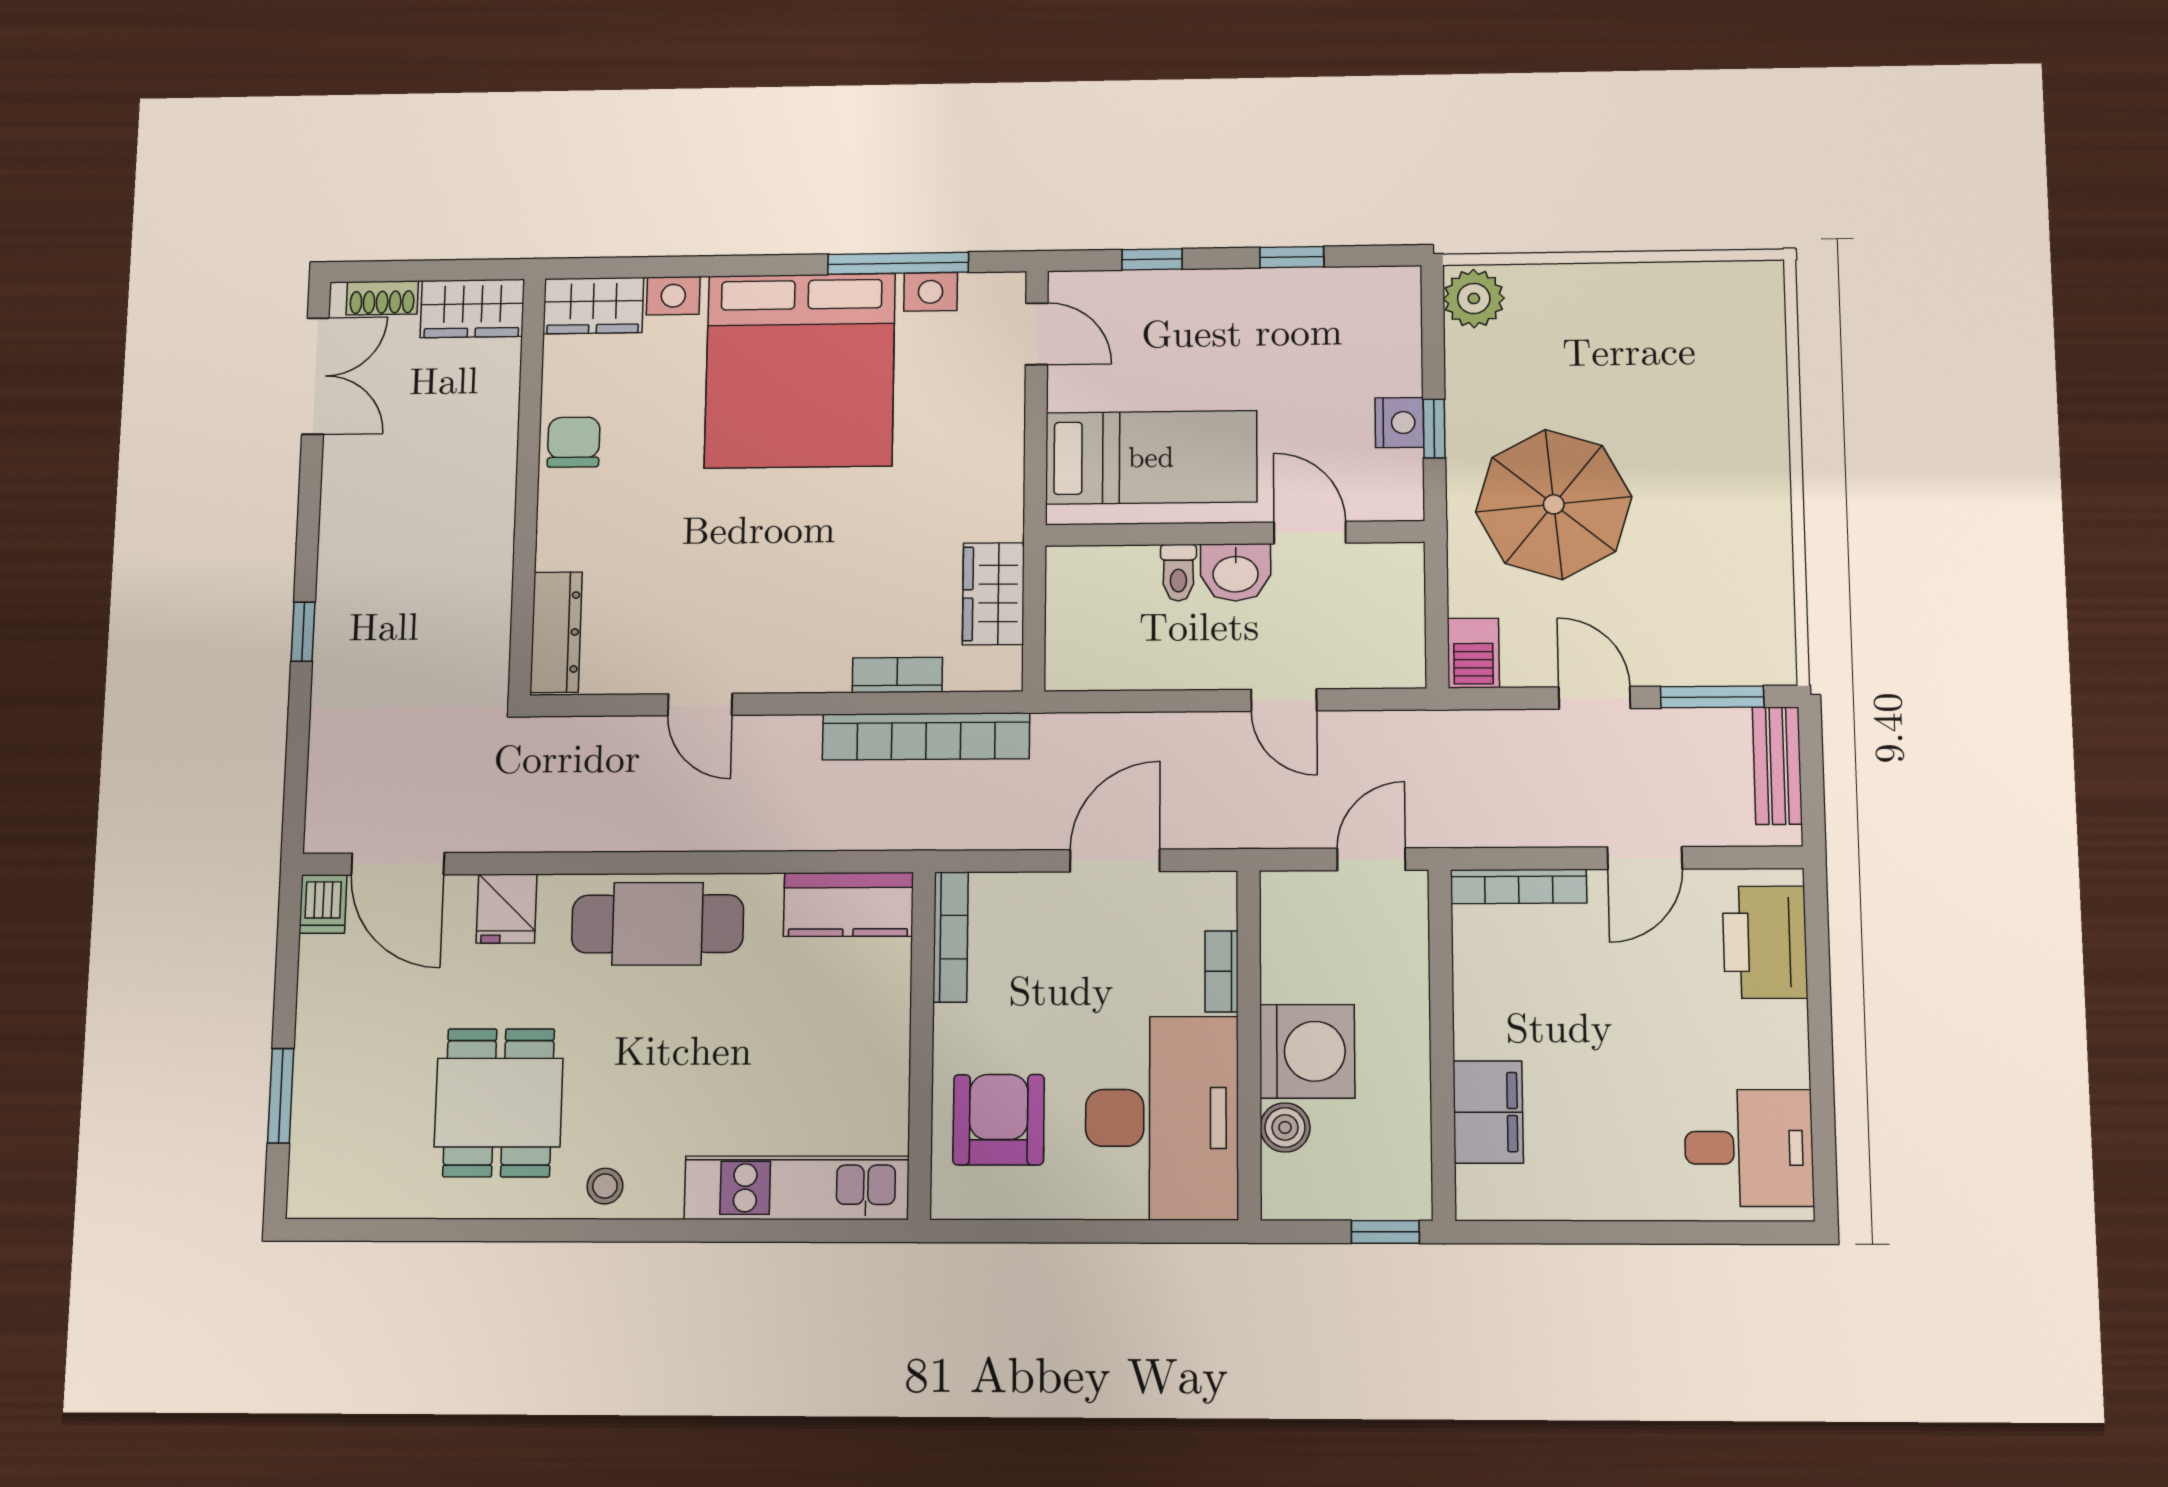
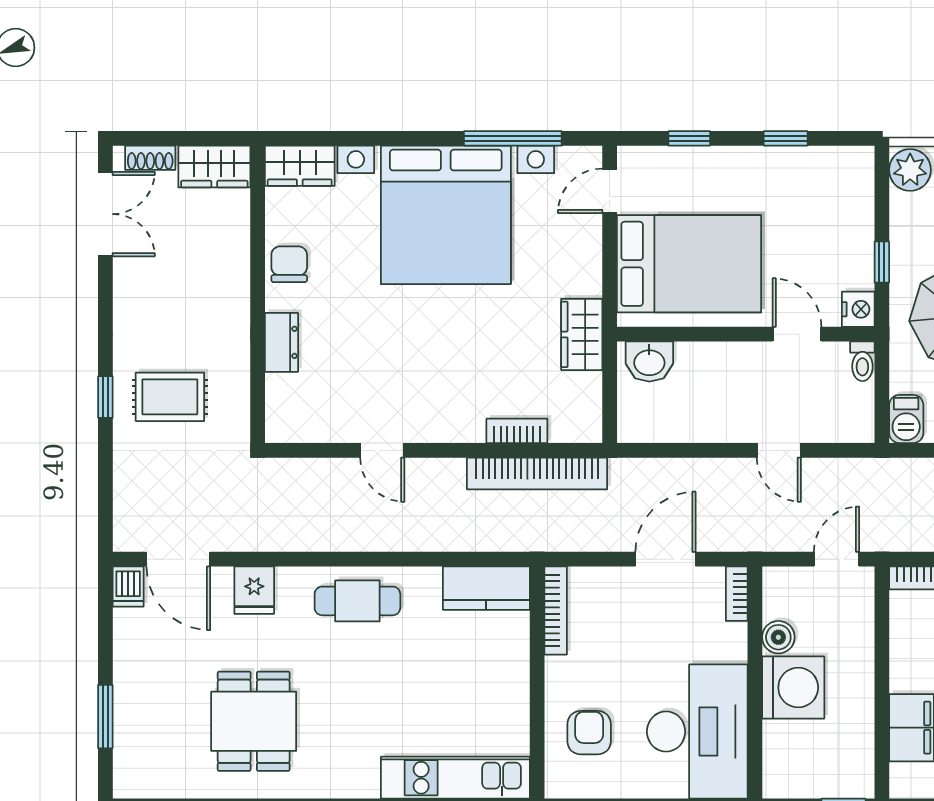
door: (1037, 334) -> (610, 191), swing flipped
nightstand: (1399, 423) -> (858, 309), moved
bed: (1151, 457) -> (689, 264), width x1.50
washbasin: (1236, 572) -> (649, 362), moved
toilet: (1178, 573) -> (862, 361), moved
wardrobe: (993, 594) -> (582, 334), moved
rug: (396, 631) -> (170, 397), added
dresser: (556, 632) -> (282, 342), moved, width x0.70
cafe table: (658, 924) -> (357, 601), width x0.73, depth x0.74
bookcase: (1222, 971) -> (737, 594), moved
armchair: (999, 1120) -> (589, 733), width x0.72, depth x0.72
boiler: (1285, 1127) -> (778, 637), moved
stool: (605, 1186) -> (327, 777), removed

